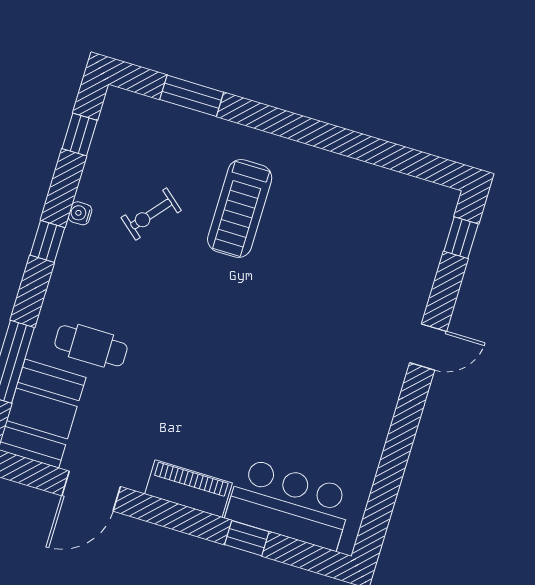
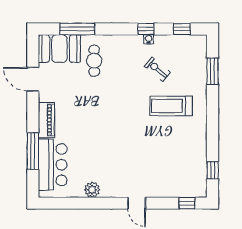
window: (407, 161) -> (213, 170), added
window: (47, 241) -> (146, 29), moved
plant: (370, 435) -> (92, 190), added
window: (247, 538) -> (33, 151), width x2.17

